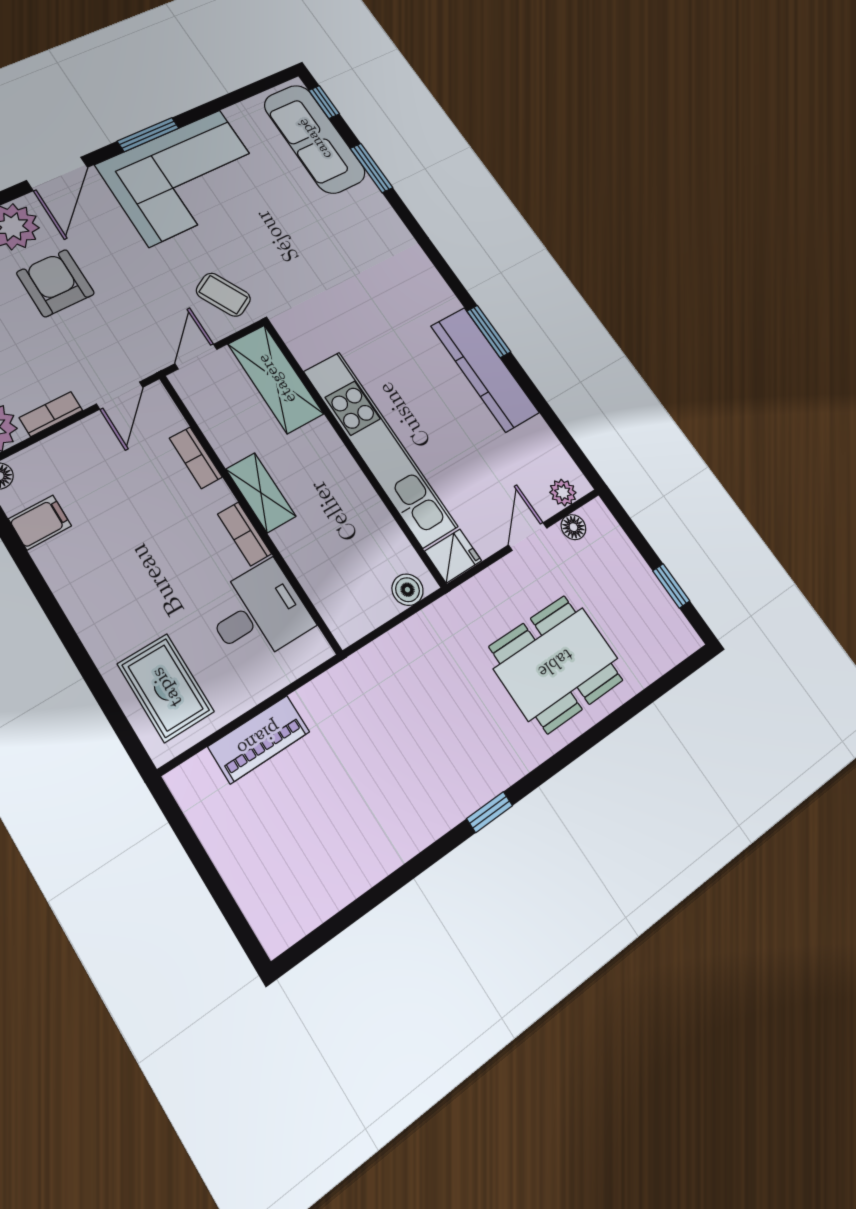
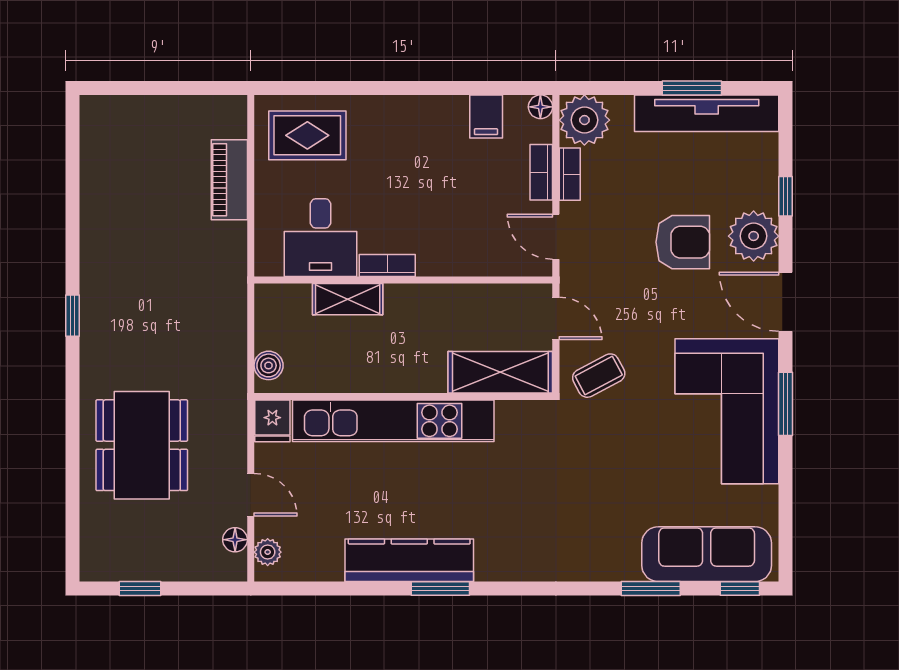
bookcase: (196, 458) -> (541, 172), moved, turned -90
shelving: (261, 493) -> (348, 299), moved

